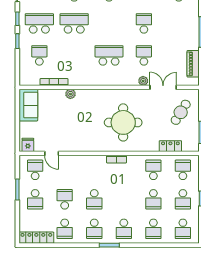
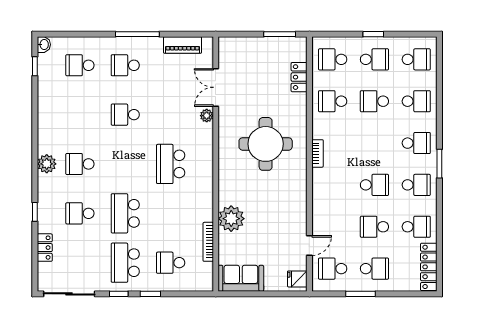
school desk: (144, 55) -> (125, 65), moved
plant: (70, 94) -> (231, 219), width x1.87, depth x1.87
cafe table: (181, 112) -> (251, 63), removed
school desk: (153, 199) -> (374, 101), turned 180

